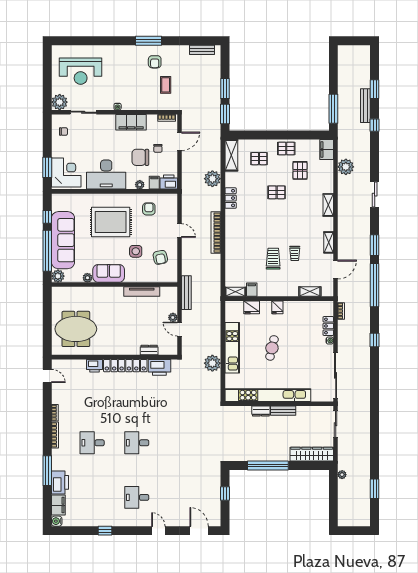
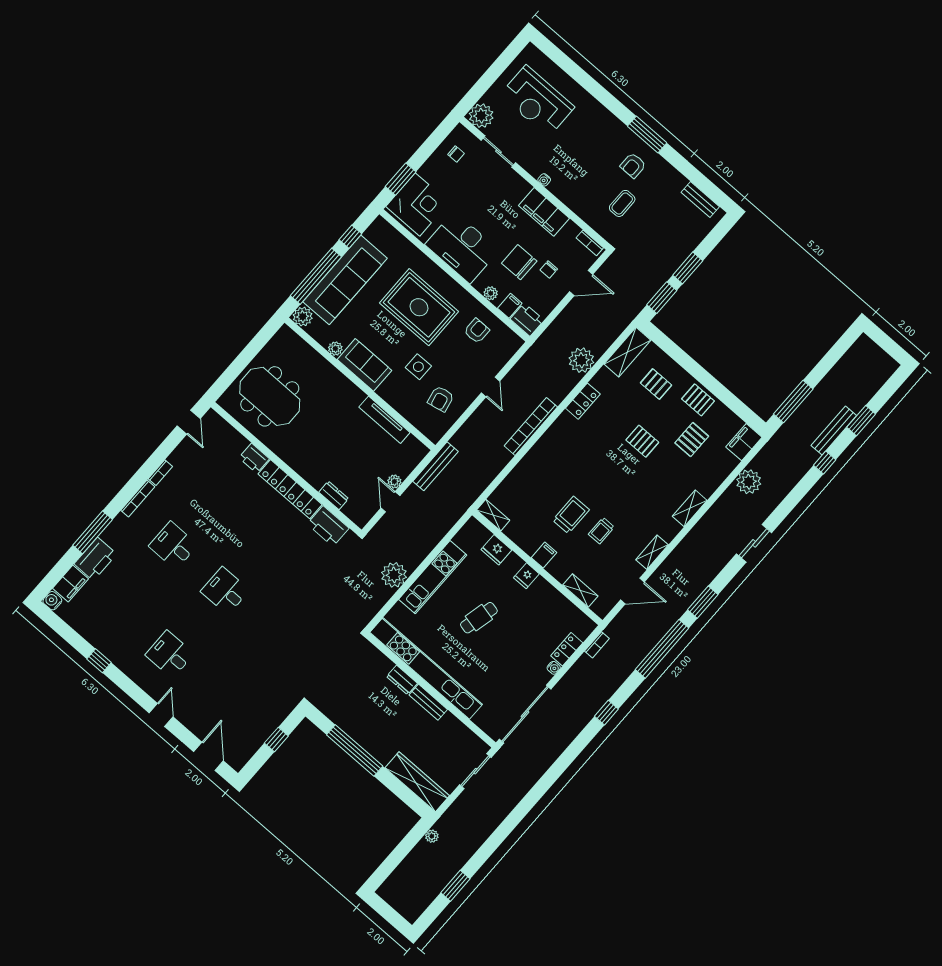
filing cabinet: (252, 290) -> (544, 555), moved

